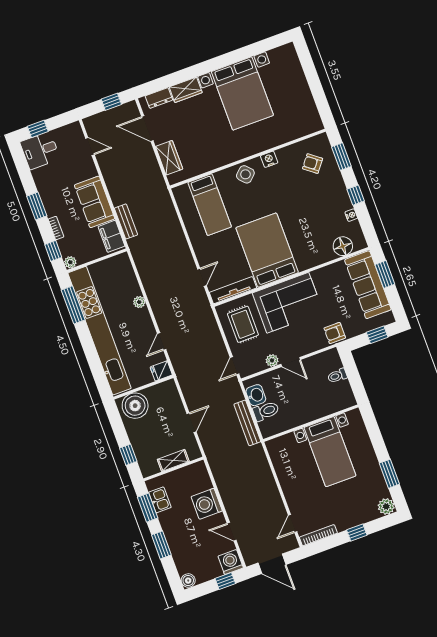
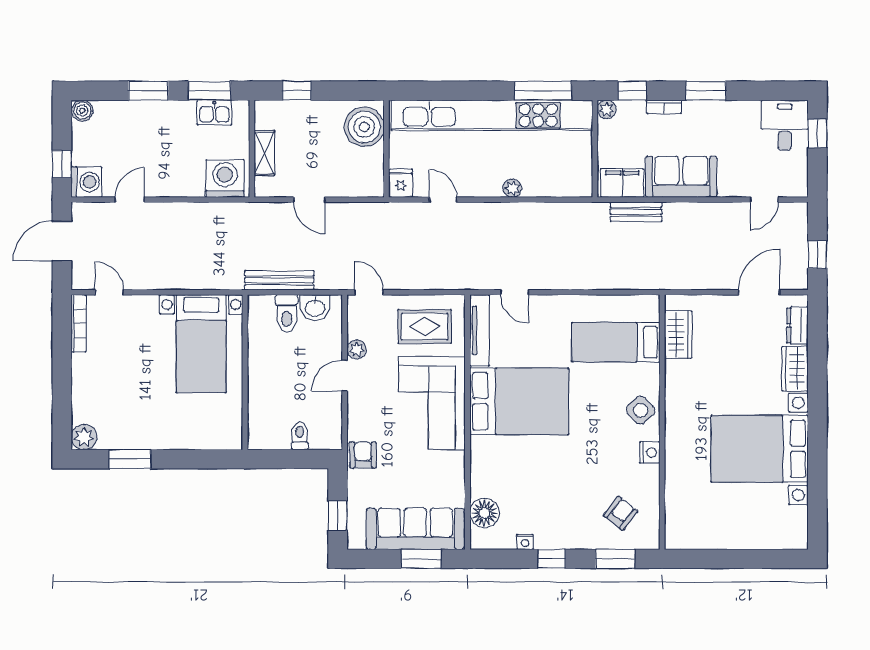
wardrobe: (169, 158) -> (678, 335), moved, turned -90
bed with nightstands: (330, 452) -> (201, 344), moved, turned -90
washing machine: (207, 504) -> (225, 178), moved
window: (357, 533) -> (62, 381), removed

